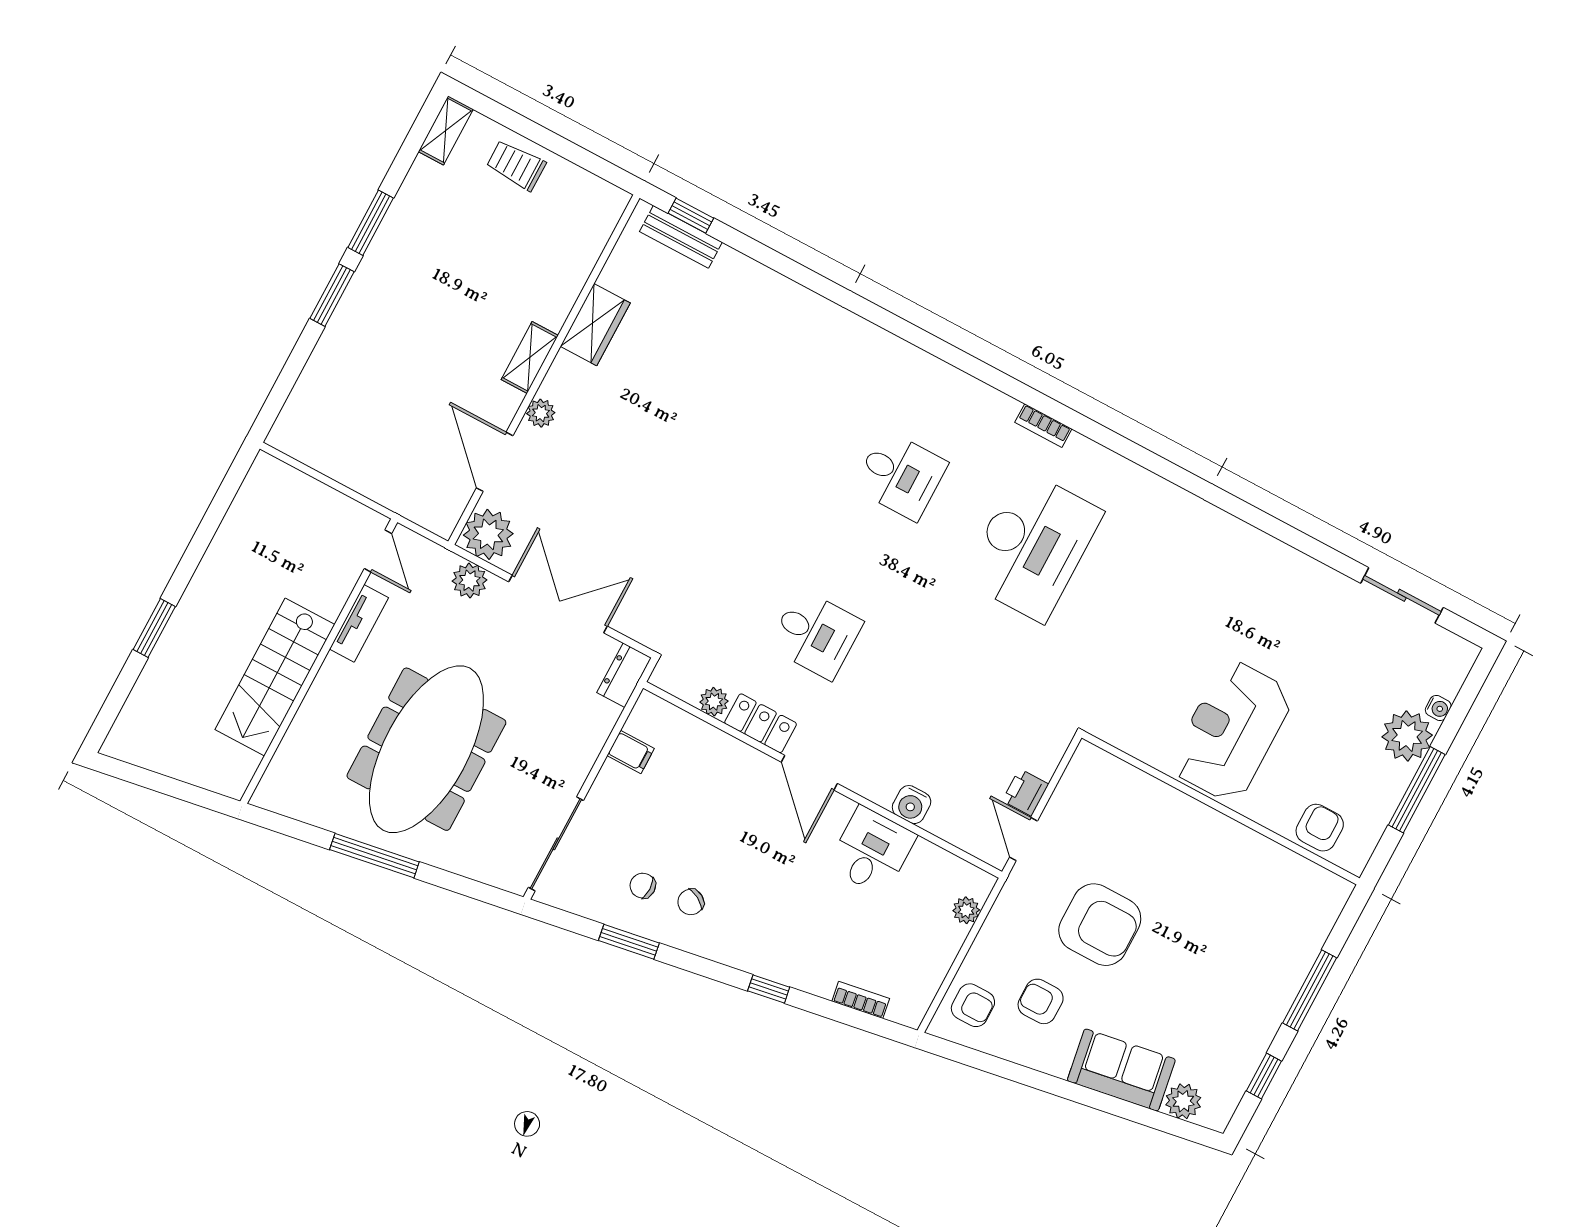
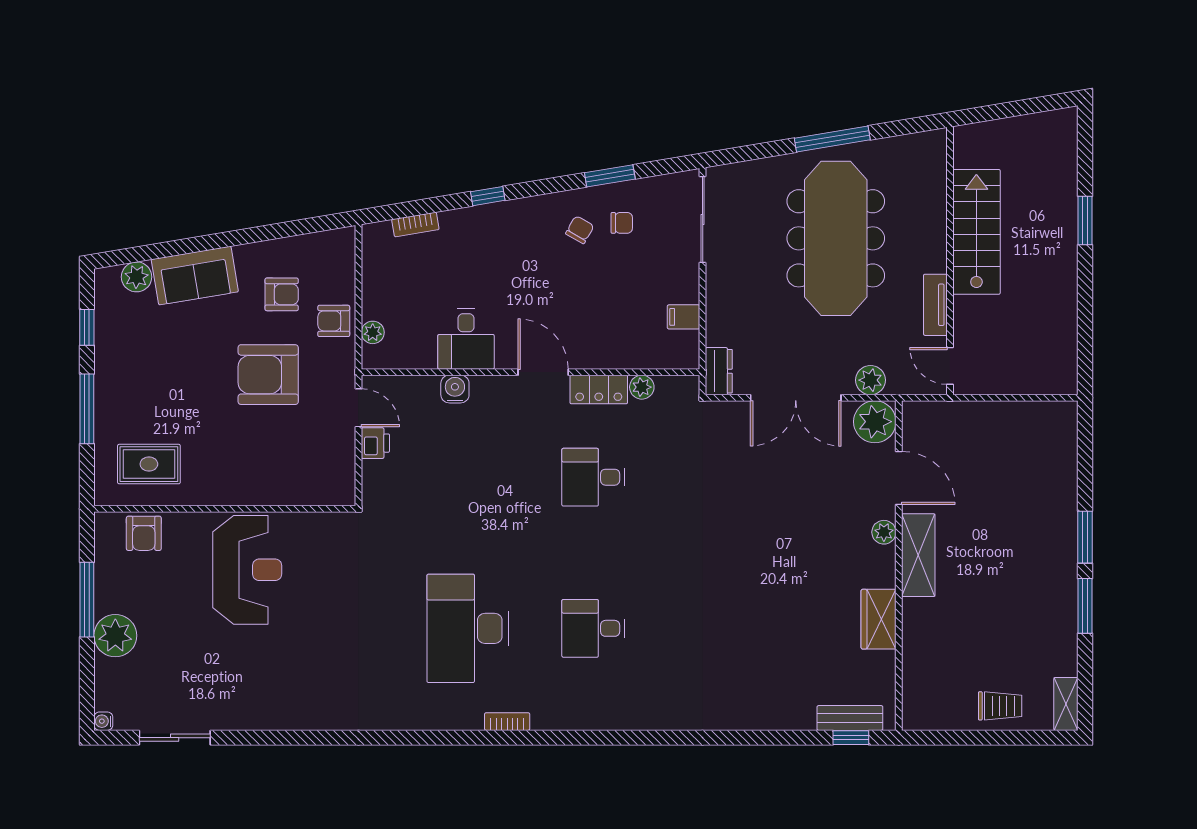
shelving: (530, 358) -> (918, 555), width x1.50, depth x1.33
water cooler: (1438, 708) -> (103, 721), moved
rug: (1275, 897) -> (149, 464), added
armchair: (973, 1005) -> (334, 321), moved

